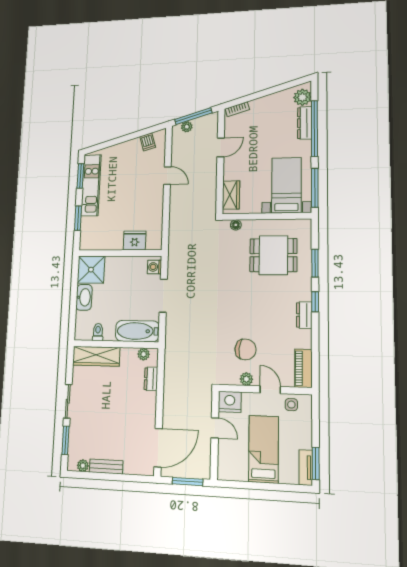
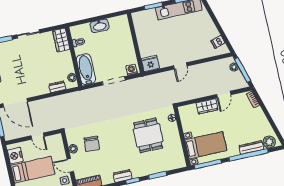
door: (221, 147) -> (224, 95), hinge flipped
door: (167, 176) -> (180, 66), moved
wardrobe: (231, 195) -> (207, 106), moved
fridge: (135, 241) -> (150, 63), moved, turned -90
dining table: (273, 255) -> (148, 135), moved
shower: (91, 270) -> (120, 25), removed
wardrobe: (96, 356) -> (61, 40), width x0.67
door: (270, 390) -> (70, 165), swing flipped
nightstand: (230, 402) -> (15, 156), moved, turned 180
door: (215, 428) -> (37, 136), hinge flipped

